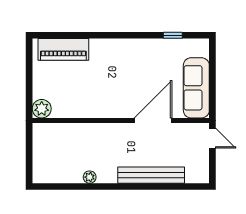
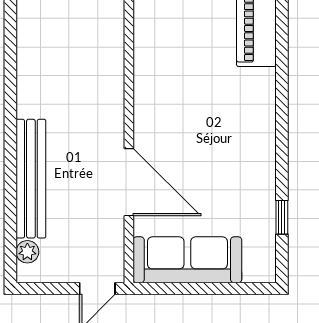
plant: (90, 177) -> (27, 252), moved

